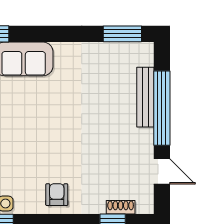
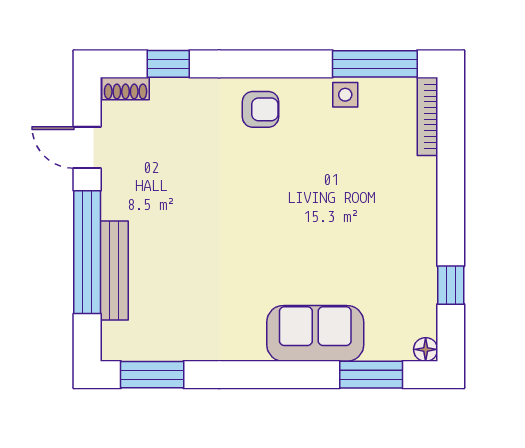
armchair: (57, 195) -> (261, 109), turned -90
shoe rack: (121, 207) -> (126, 89), moved

